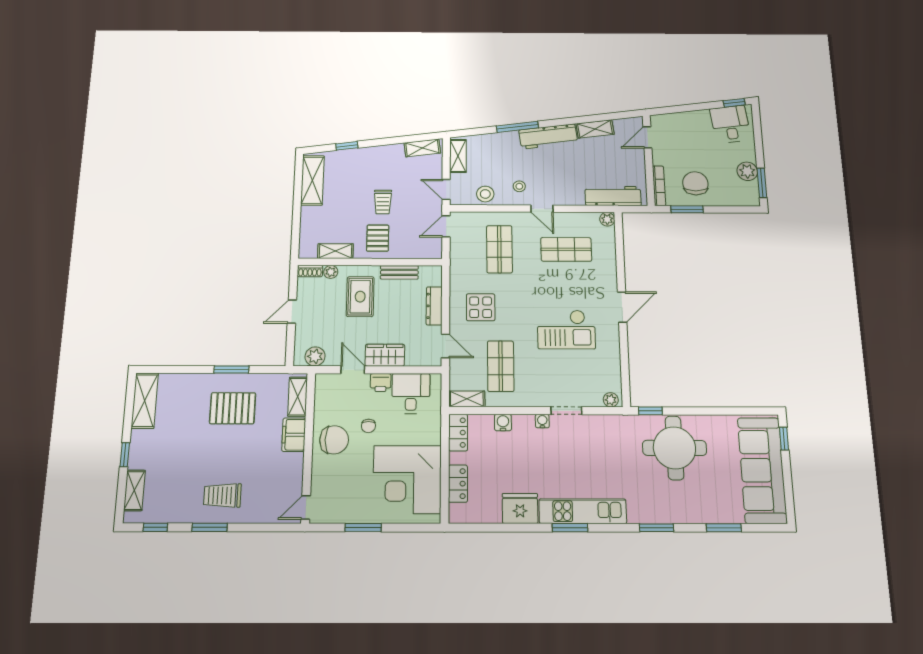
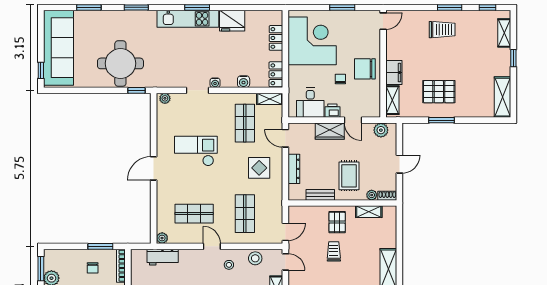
chair: (695, 183) -> (93, 268), width x0.54, depth x0.54
workbench: (613, 196) -> (163, 257), width x0.73

